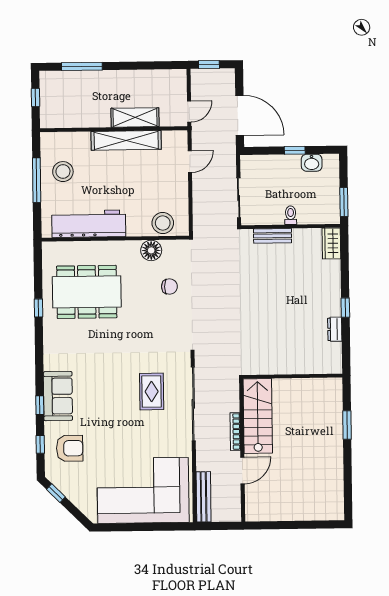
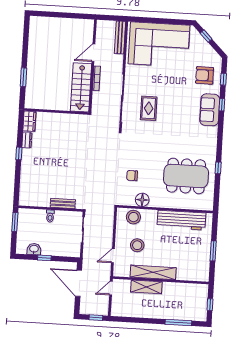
stool: (63, 172) -> (137, 245), moved
window: (37, 180) -> (213, 251), width x0.69
wardrobe: (331, 243) -> (29, 121), moved
window: (56, 493) -> (206, 36), moved

